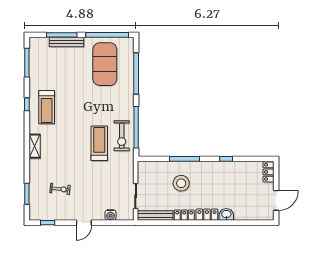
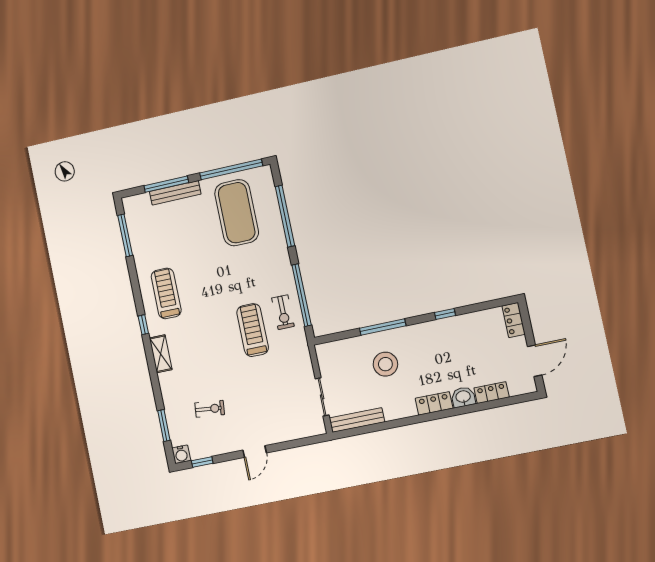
window: (27, 104) -> (143, 325), moved
treadmill: (47, 107) -> (166, 293), turned 180
exercise bike: (122, 136) -> (283, 312), width x0.73, depth x0.72
water cooler: (111, 215) -> (181, 454), moved
locker: (184, 215) -> (492, 393), moved

